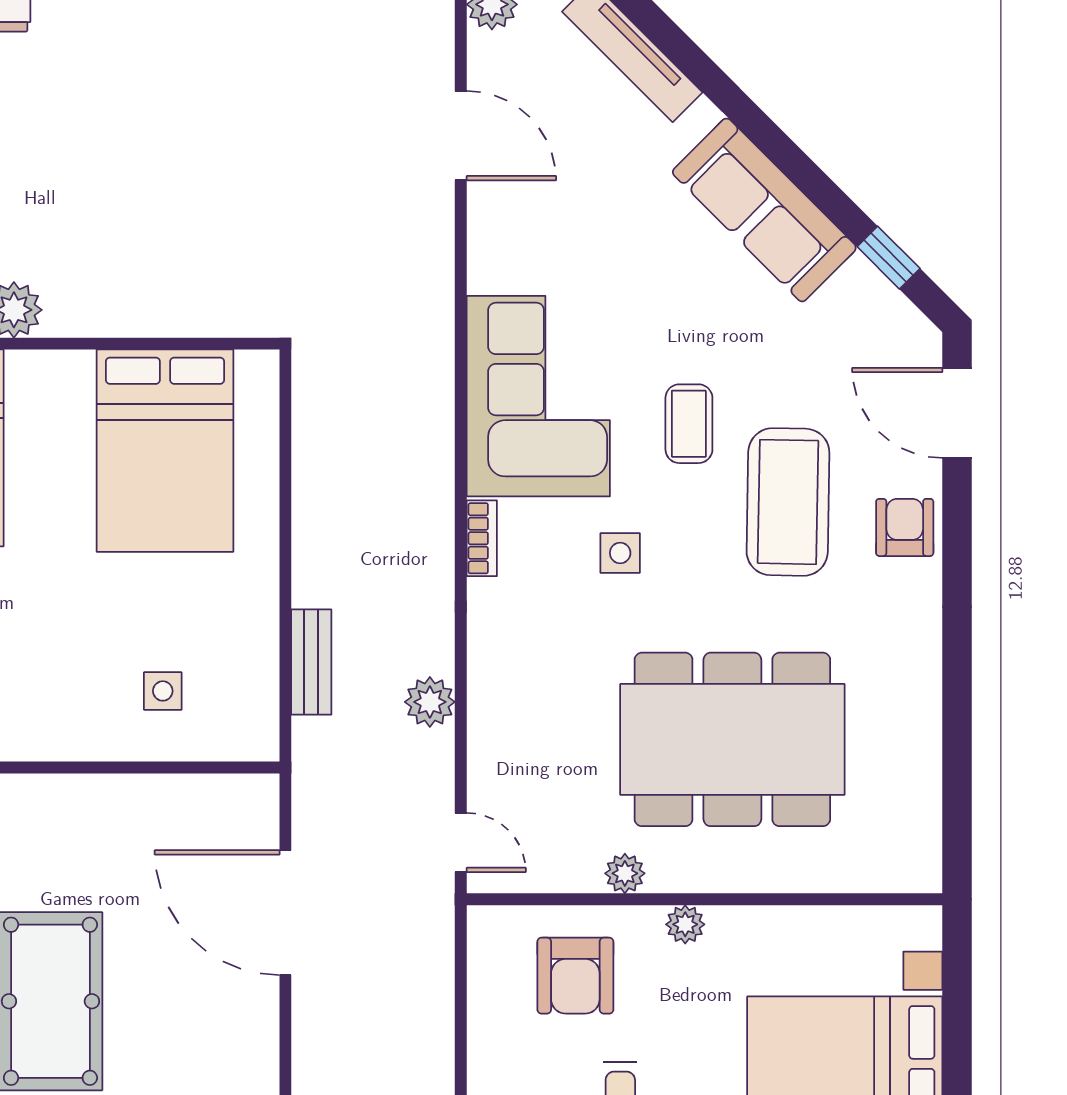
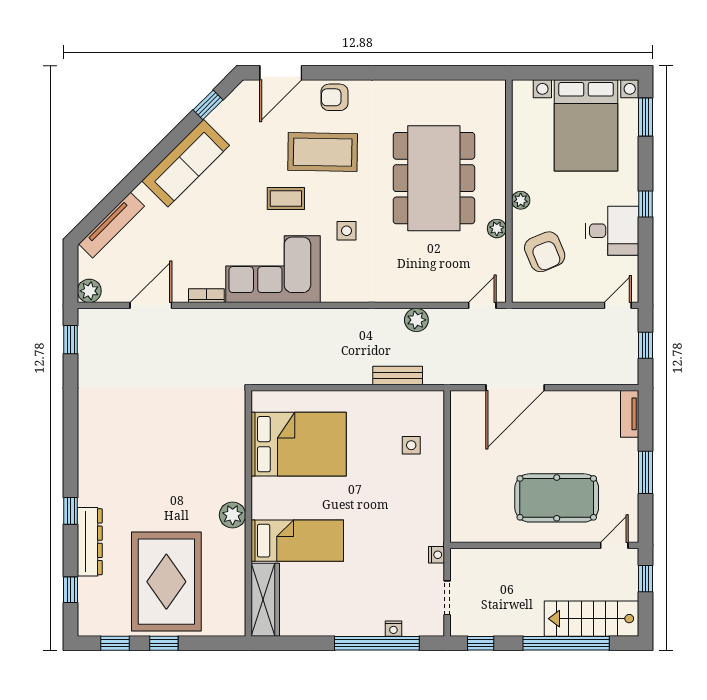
bookcase: (482, 538) -> (206, 296), moved
armchair: (575, 976) -> (545, 252), turned 67

